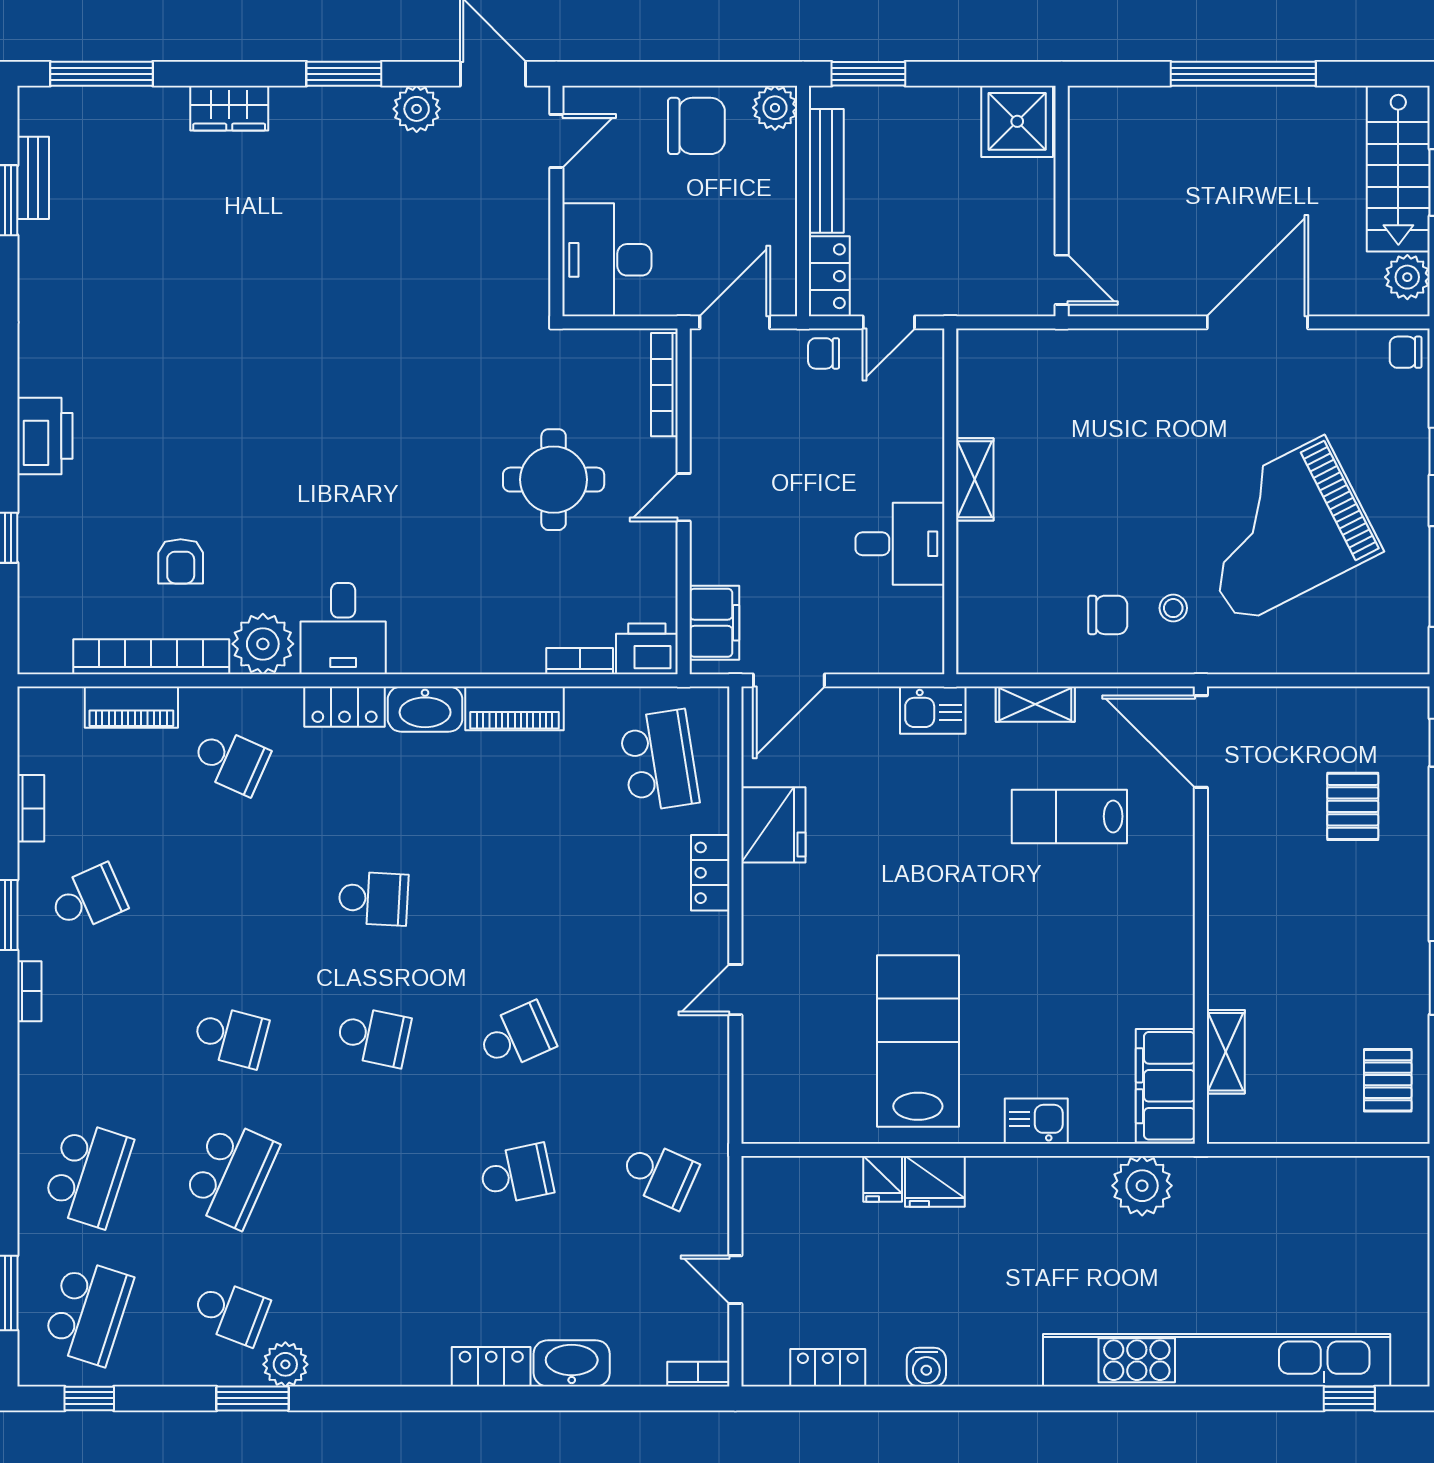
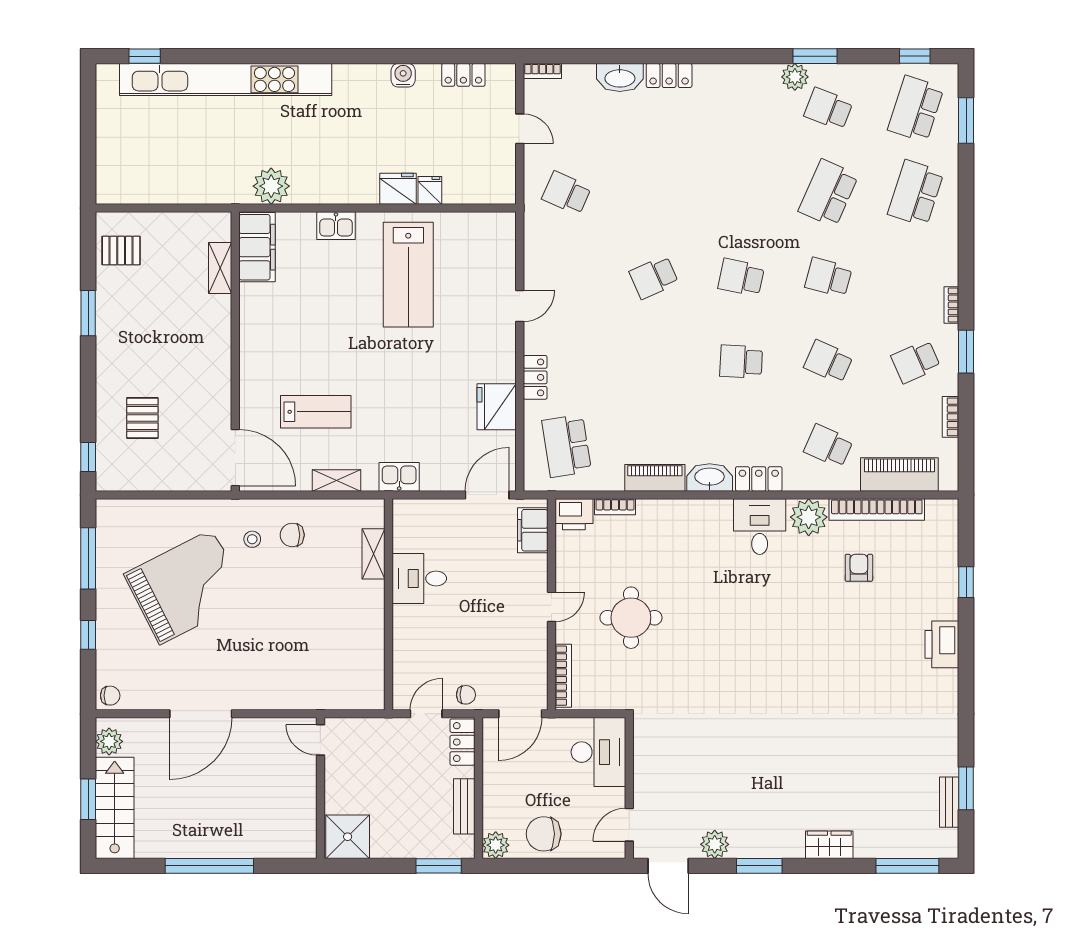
bench: (826, 171) -> (464, 806), width x0.73
shelving: (975, 479) -> (374, 554), moved
piano: (131, 707) -> (899, 474), width x1.37, depth x1.33
pallet: (1388, 1080) -> (121, 251), turned 90
school desk: (516, 1174) -> (828, 362), moved, turned 36

